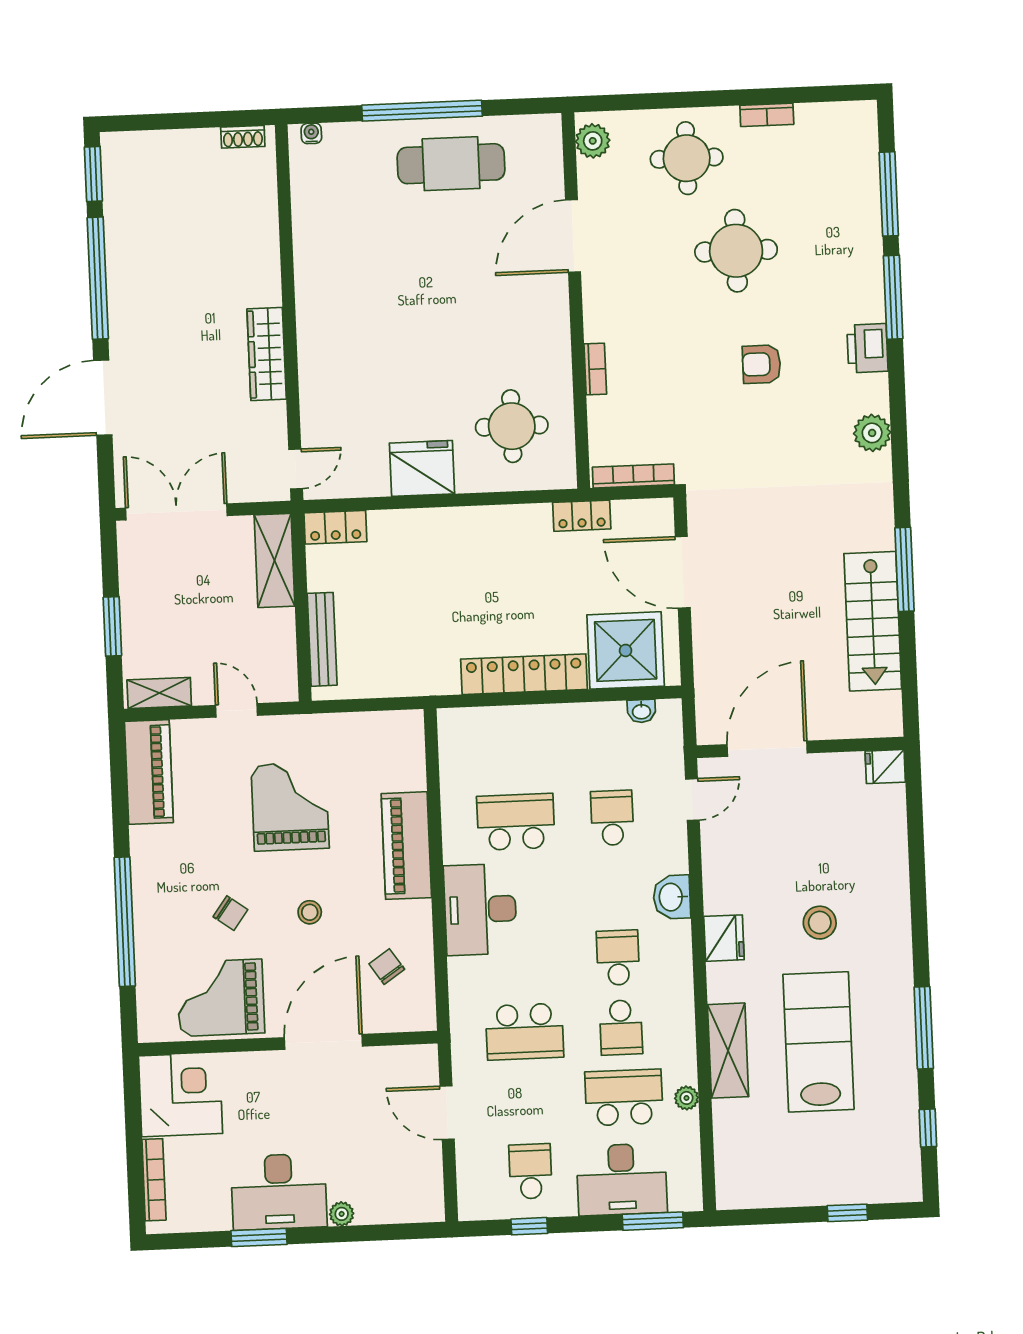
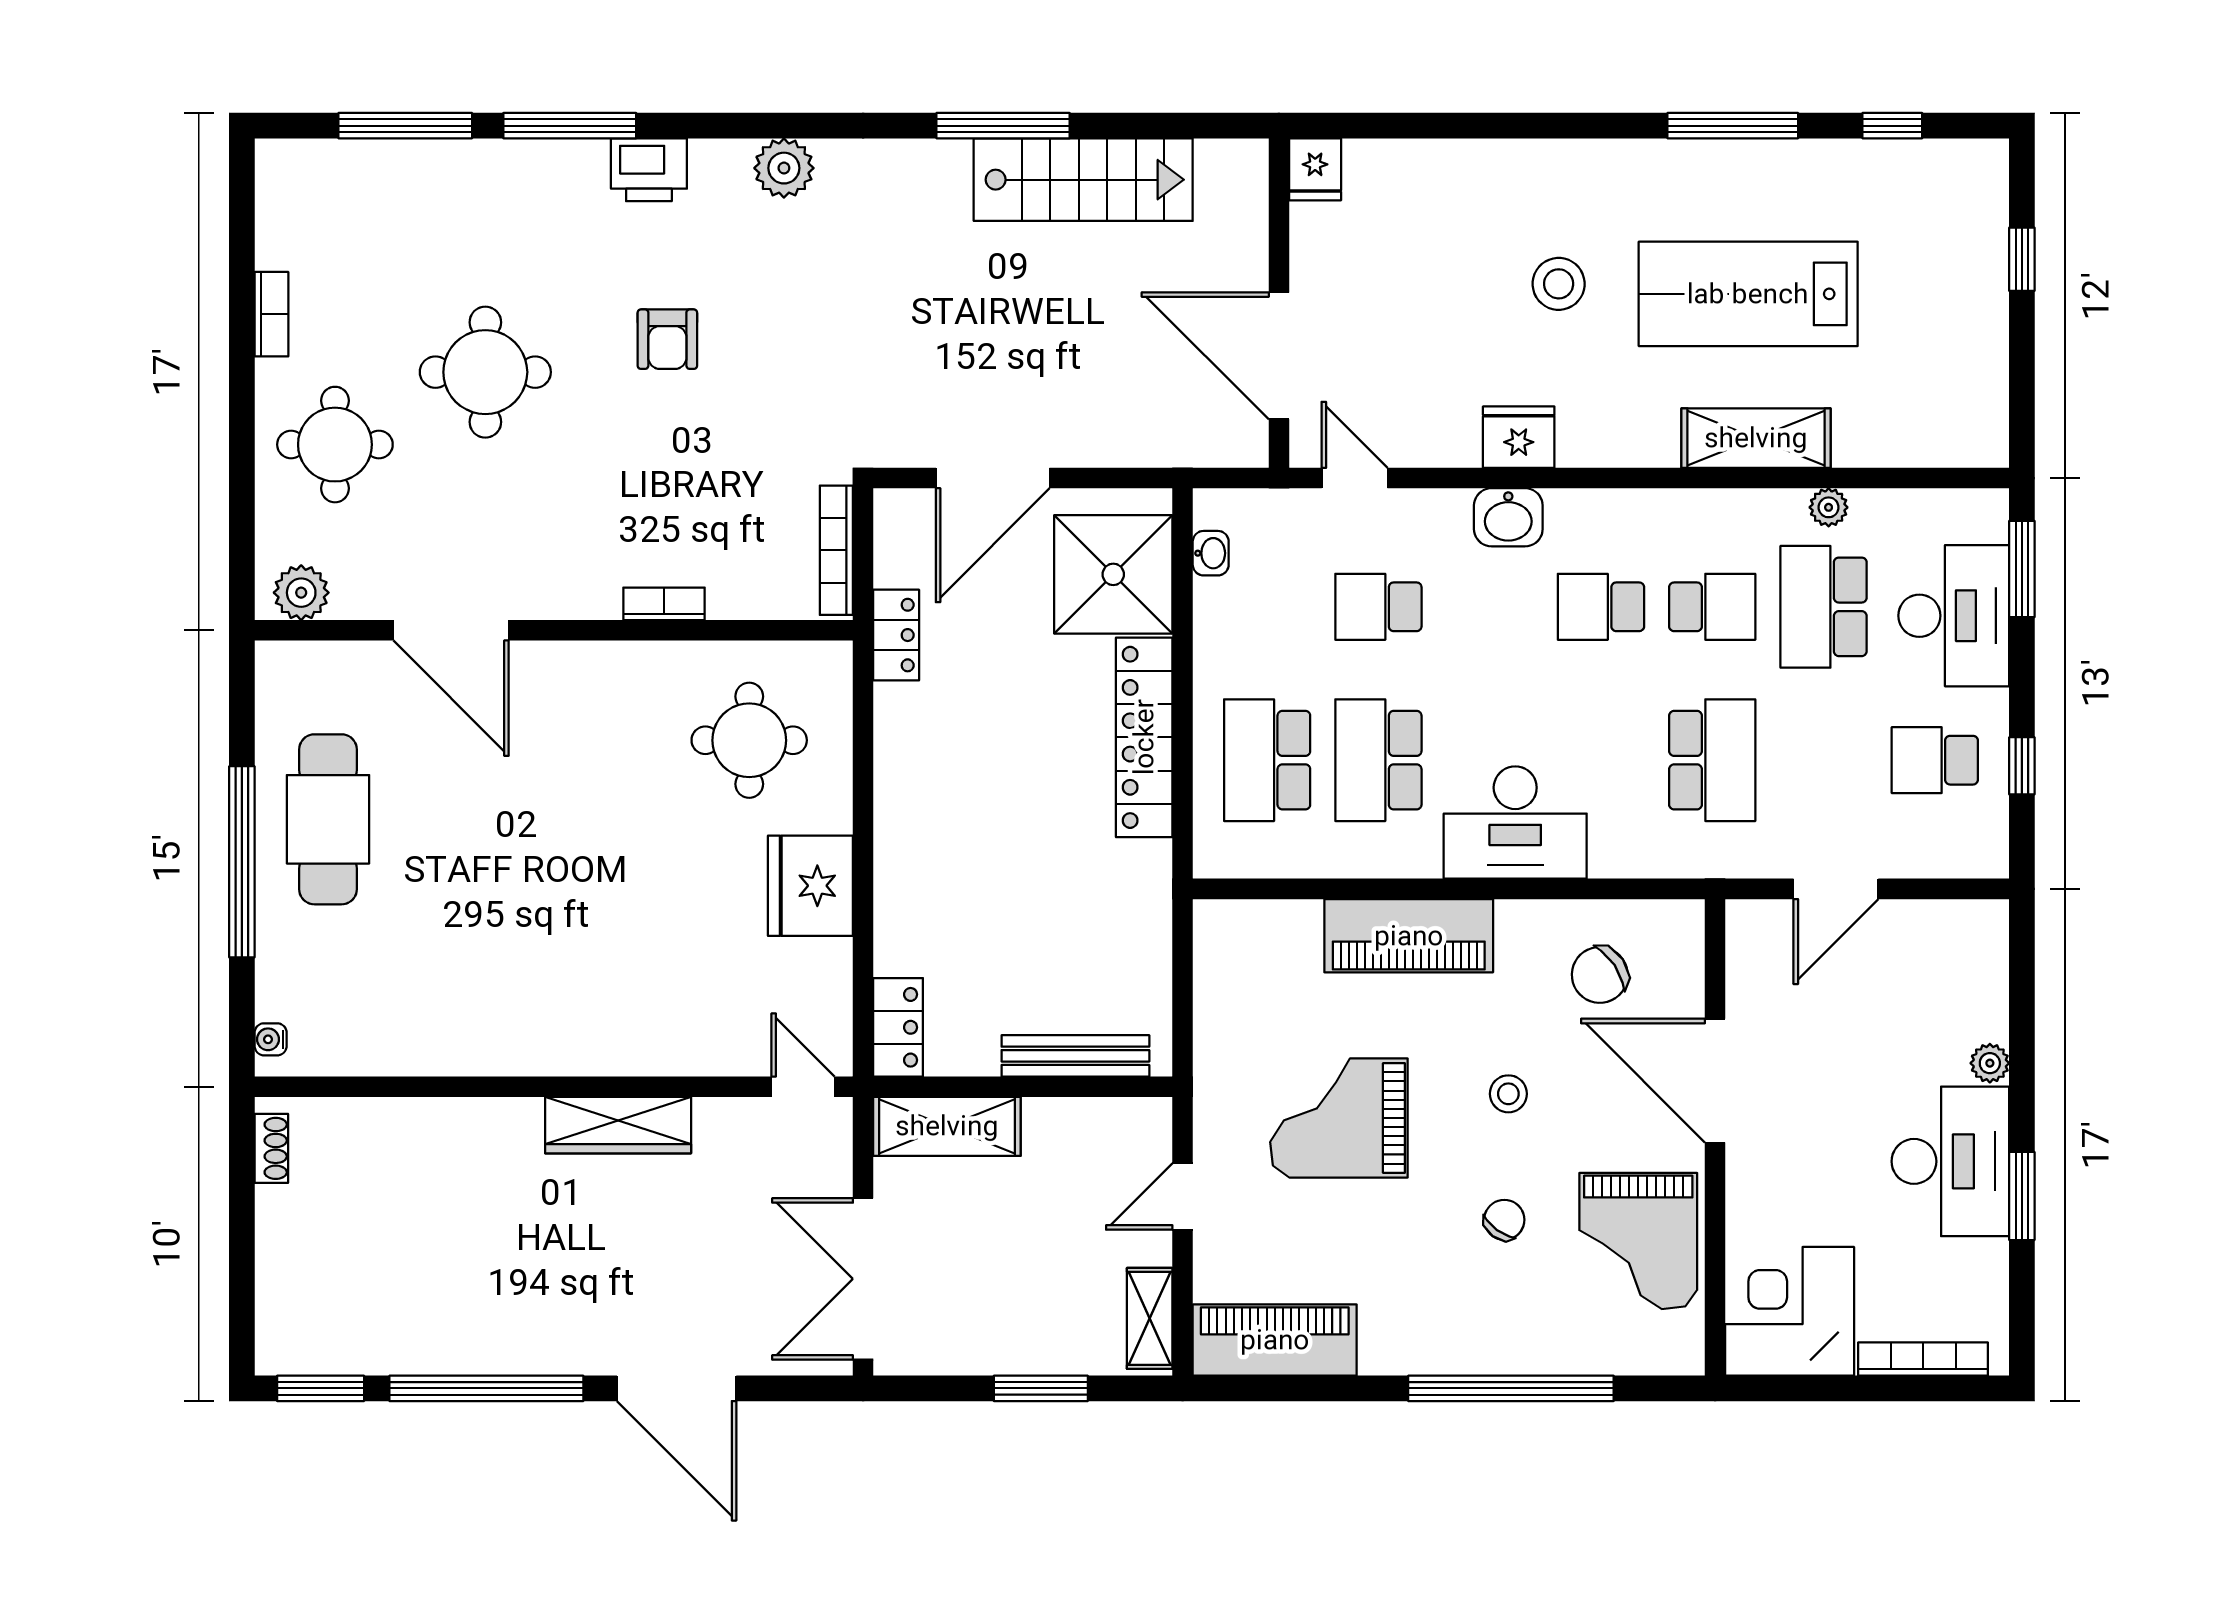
school desk: (513, 752) -> (1267, 760), added
fridge: (724, 938) -> (1519, 437), moved
chair: (387, 967) -> (1600, 975), width x1.37, depth x1.37

